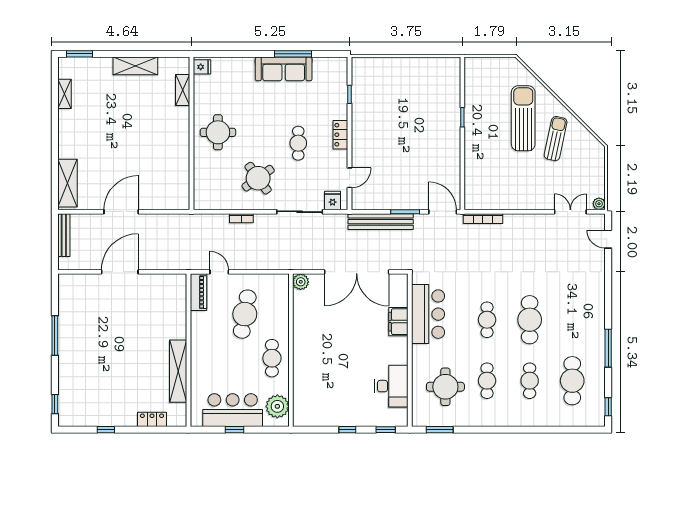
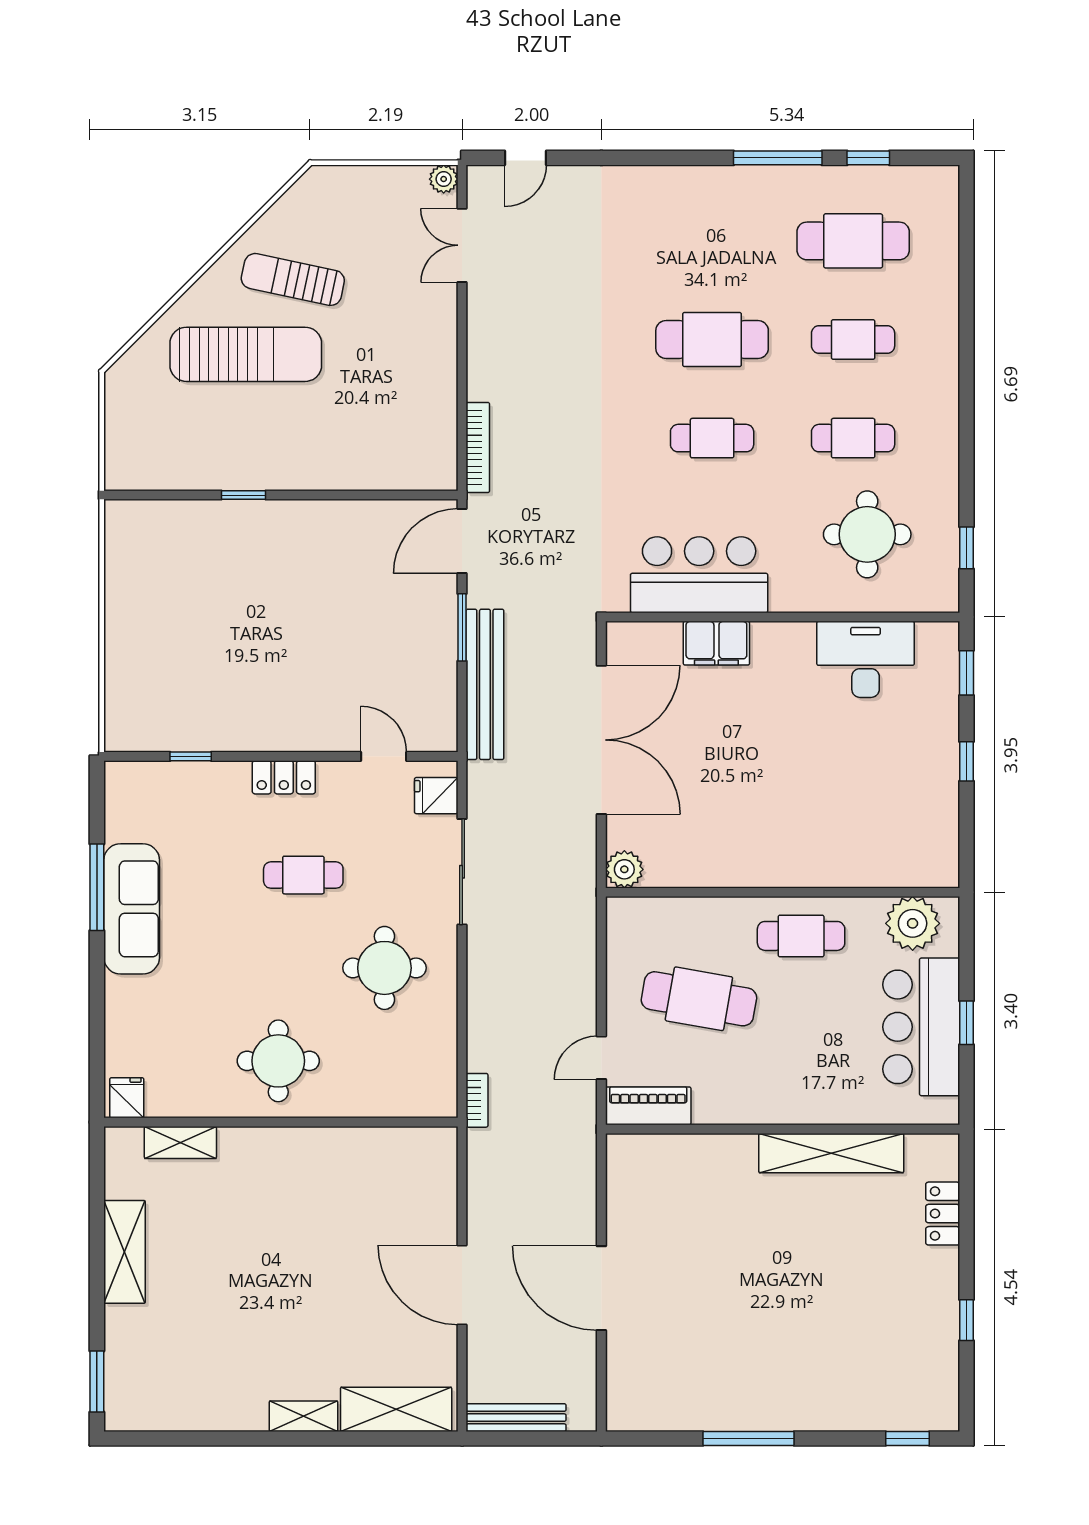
shelving: (64, 94) -> (304, 1416), moved
sun lounger: (523, 118) -> (246, 354), turned 180
round table: (258, 178) -> (384, 968), turned 36
bookcase: (241, 218) -> (477, 1100), moved
window: (608, 407) -> (868, 158), moved
window: (440, 430) -> (967, 548), width x0.67

